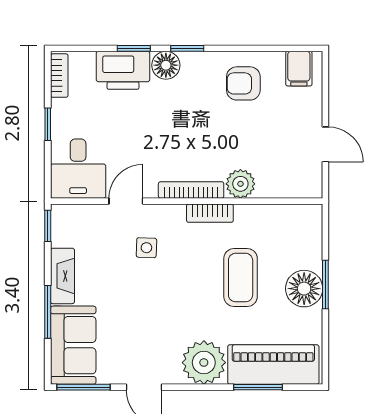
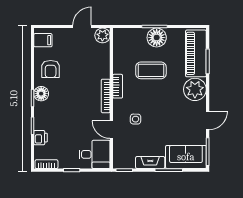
floor lamp: (166, 65) -> (41, 94), moved
printer: (123, 70) -> (41, 138), width x0.53, depth x0.68
plant: (240, 184) -> (102, 35), moved

